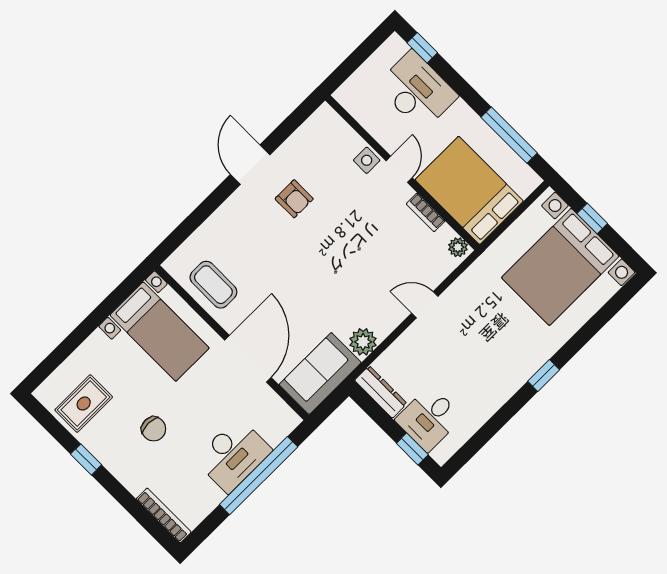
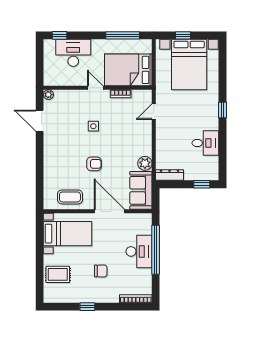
side table: (367, 160) -> (93, 126), moved
door: (250, 165) -> (40, 121), moved
armchair: (294, 199) -> (94, 164), moved
plant: (458, 247) -> (48, 95), moved
door: (425, 305) -> (154, 112), moved
rug: (84, 404) -> (58, 274), moved, turned 90
desk: (429, 419) -> (205, 143), moved, turned -90

